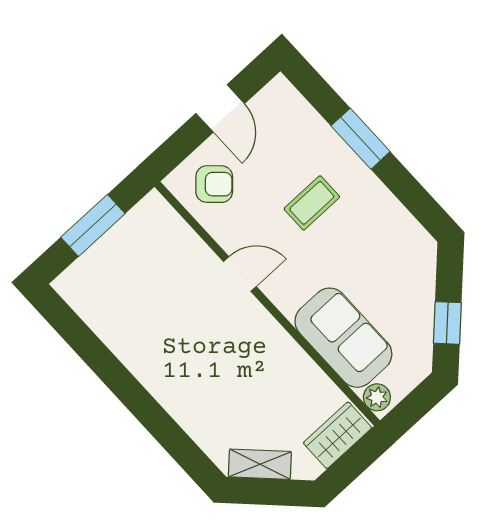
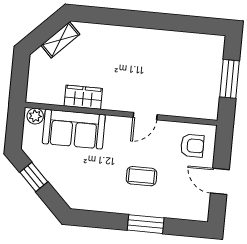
armchair: (214, 184) -> (192, 146), turned -133
coffee table: (312, 203) -> (142, 176), turned 90
wardrobe: (338, 435) -> (83, 97), moved, turned -90

